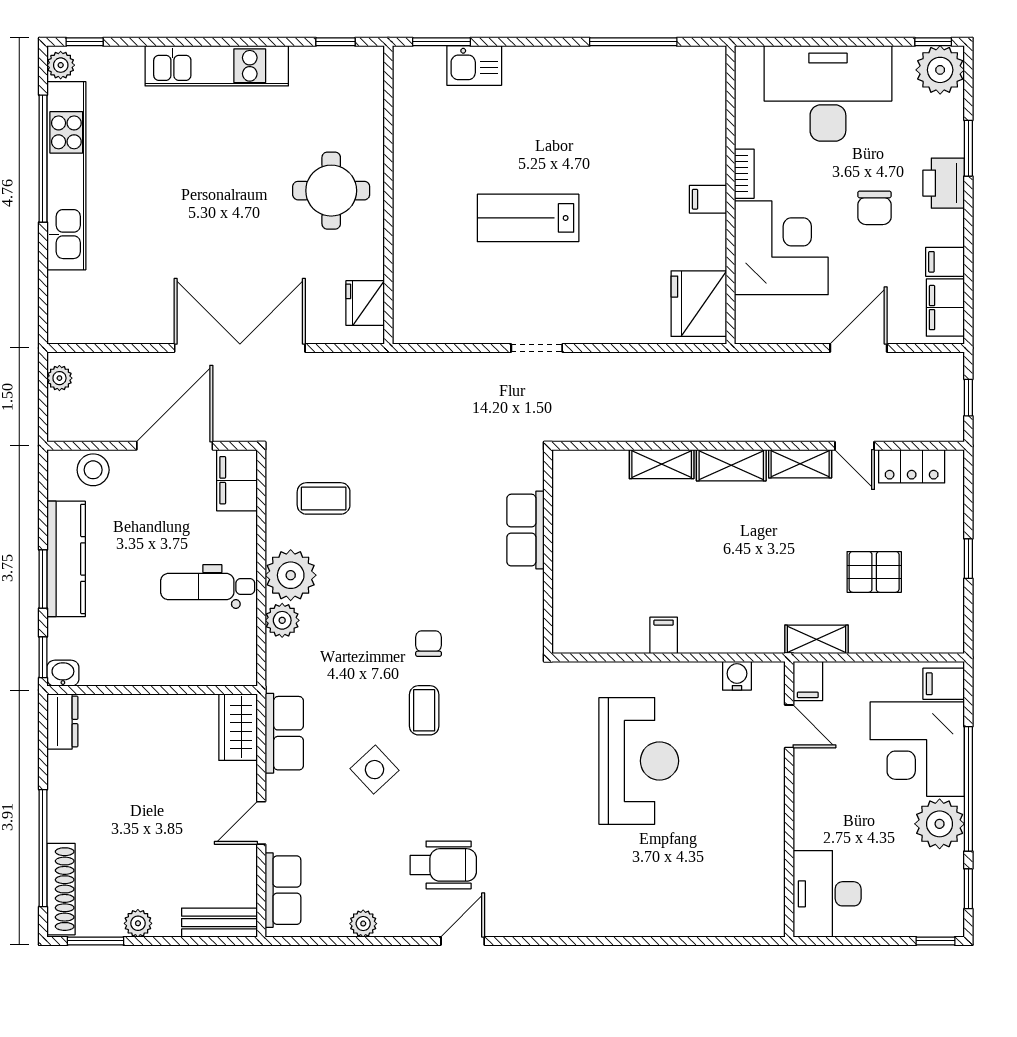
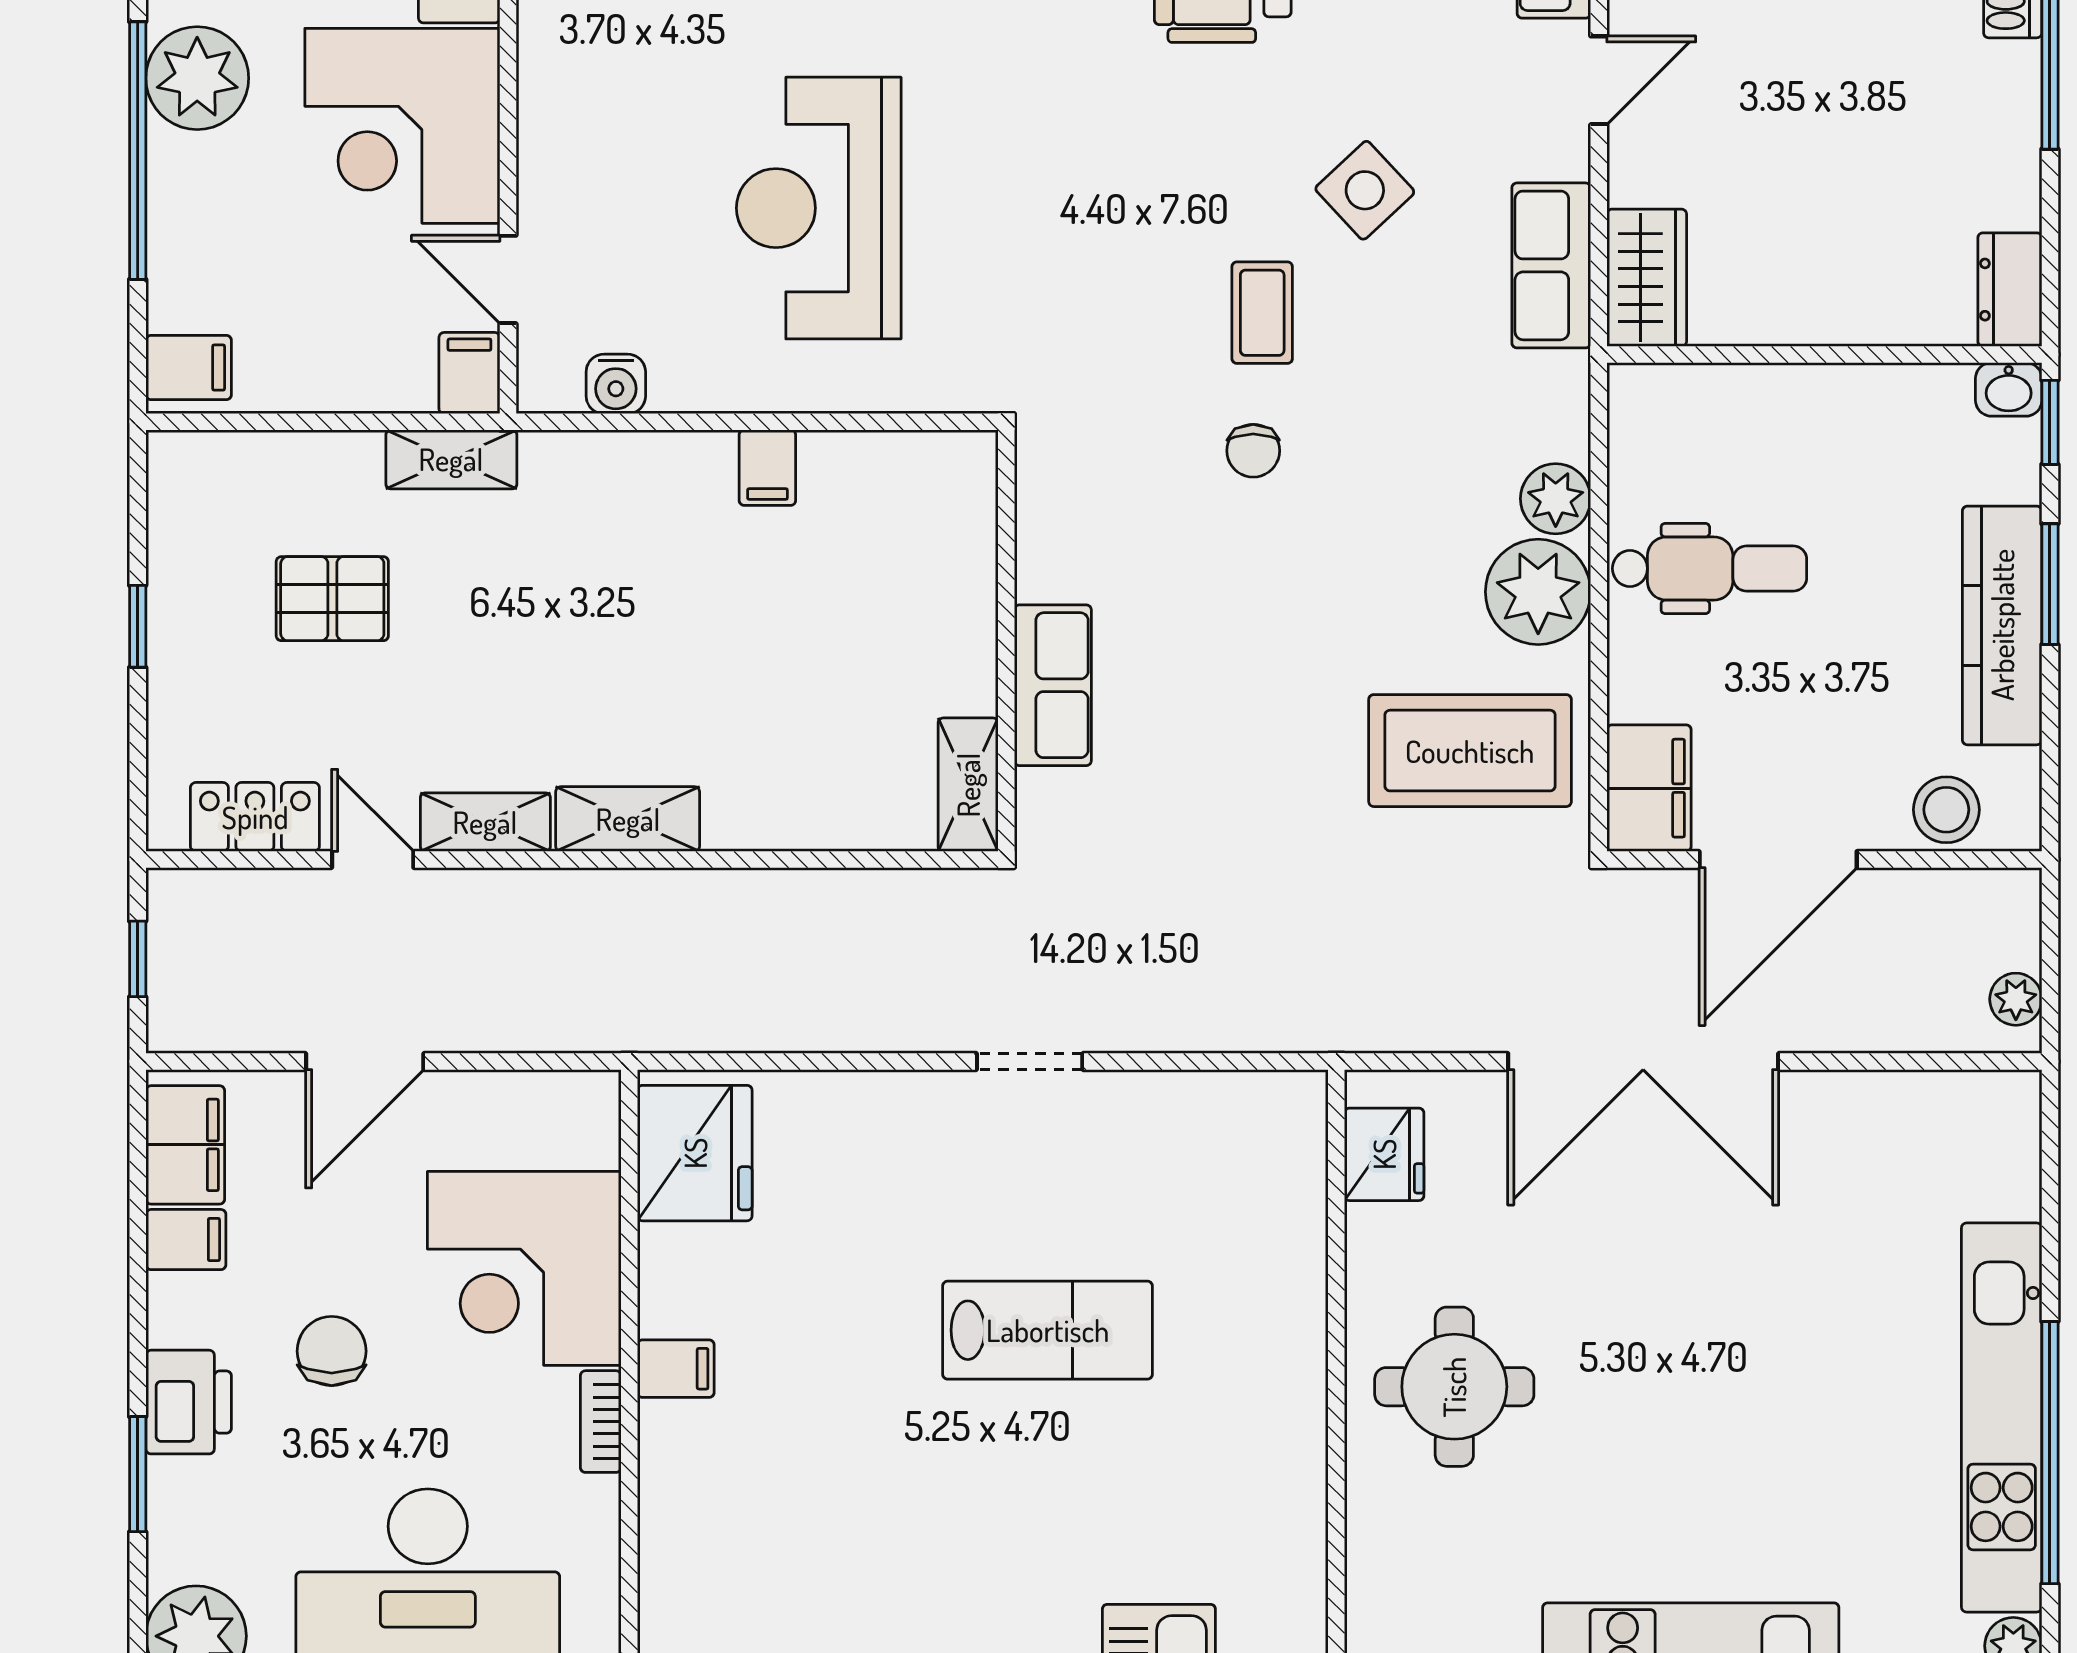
shelving: (662, 464) -> (968, 785), moved, turned 90
coffee table: (324, 498) -> (1470, 751), width x1.86, depth x1.72
corner desk: (917, 749) -> (402, 126), moved, turned 180

